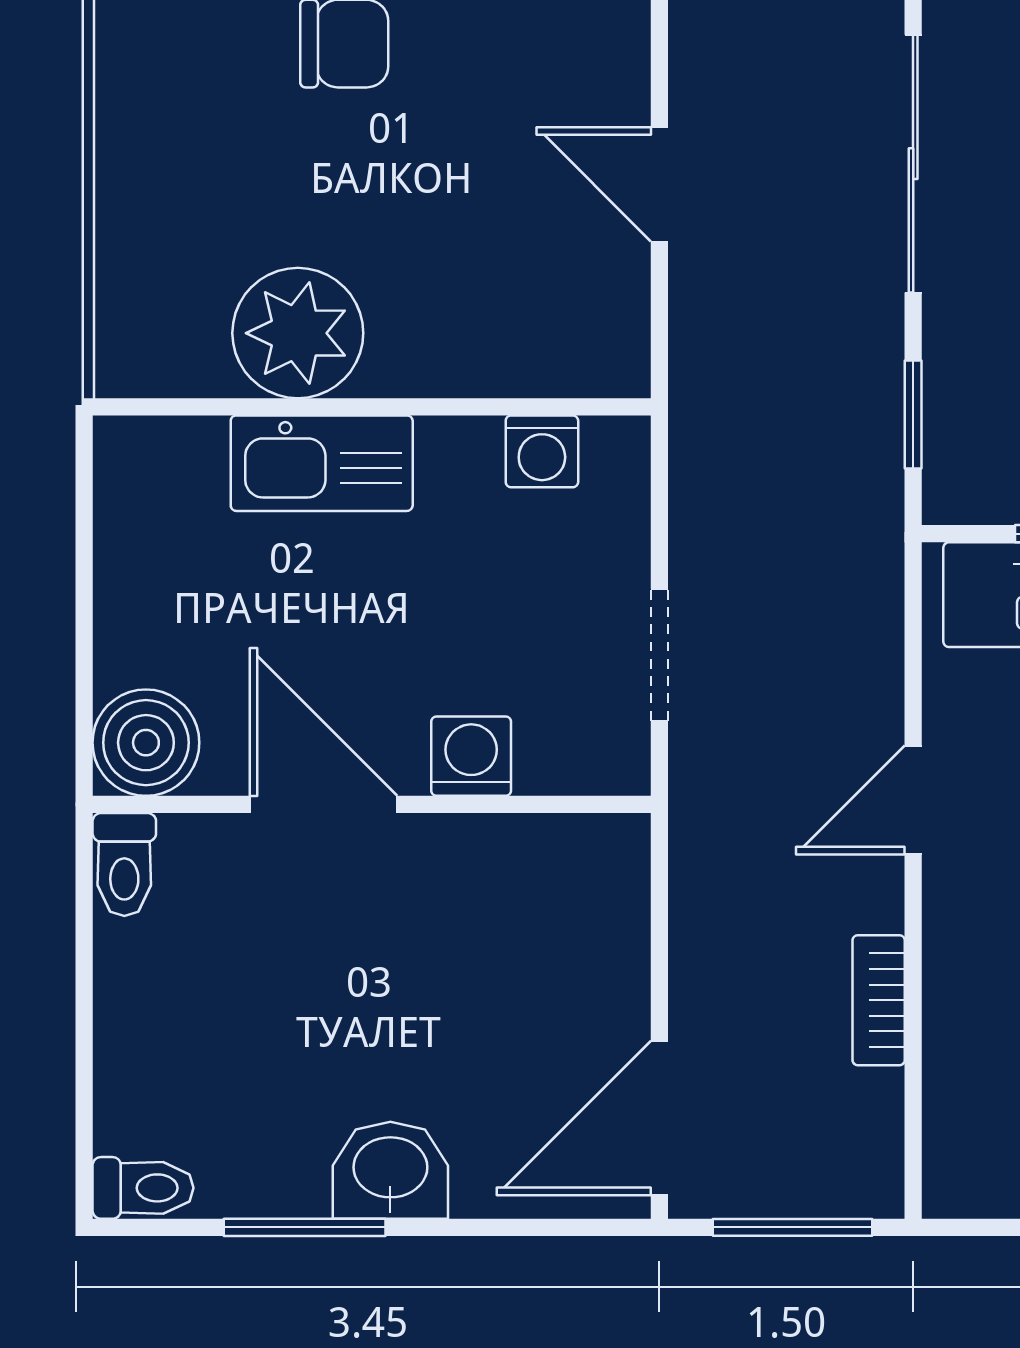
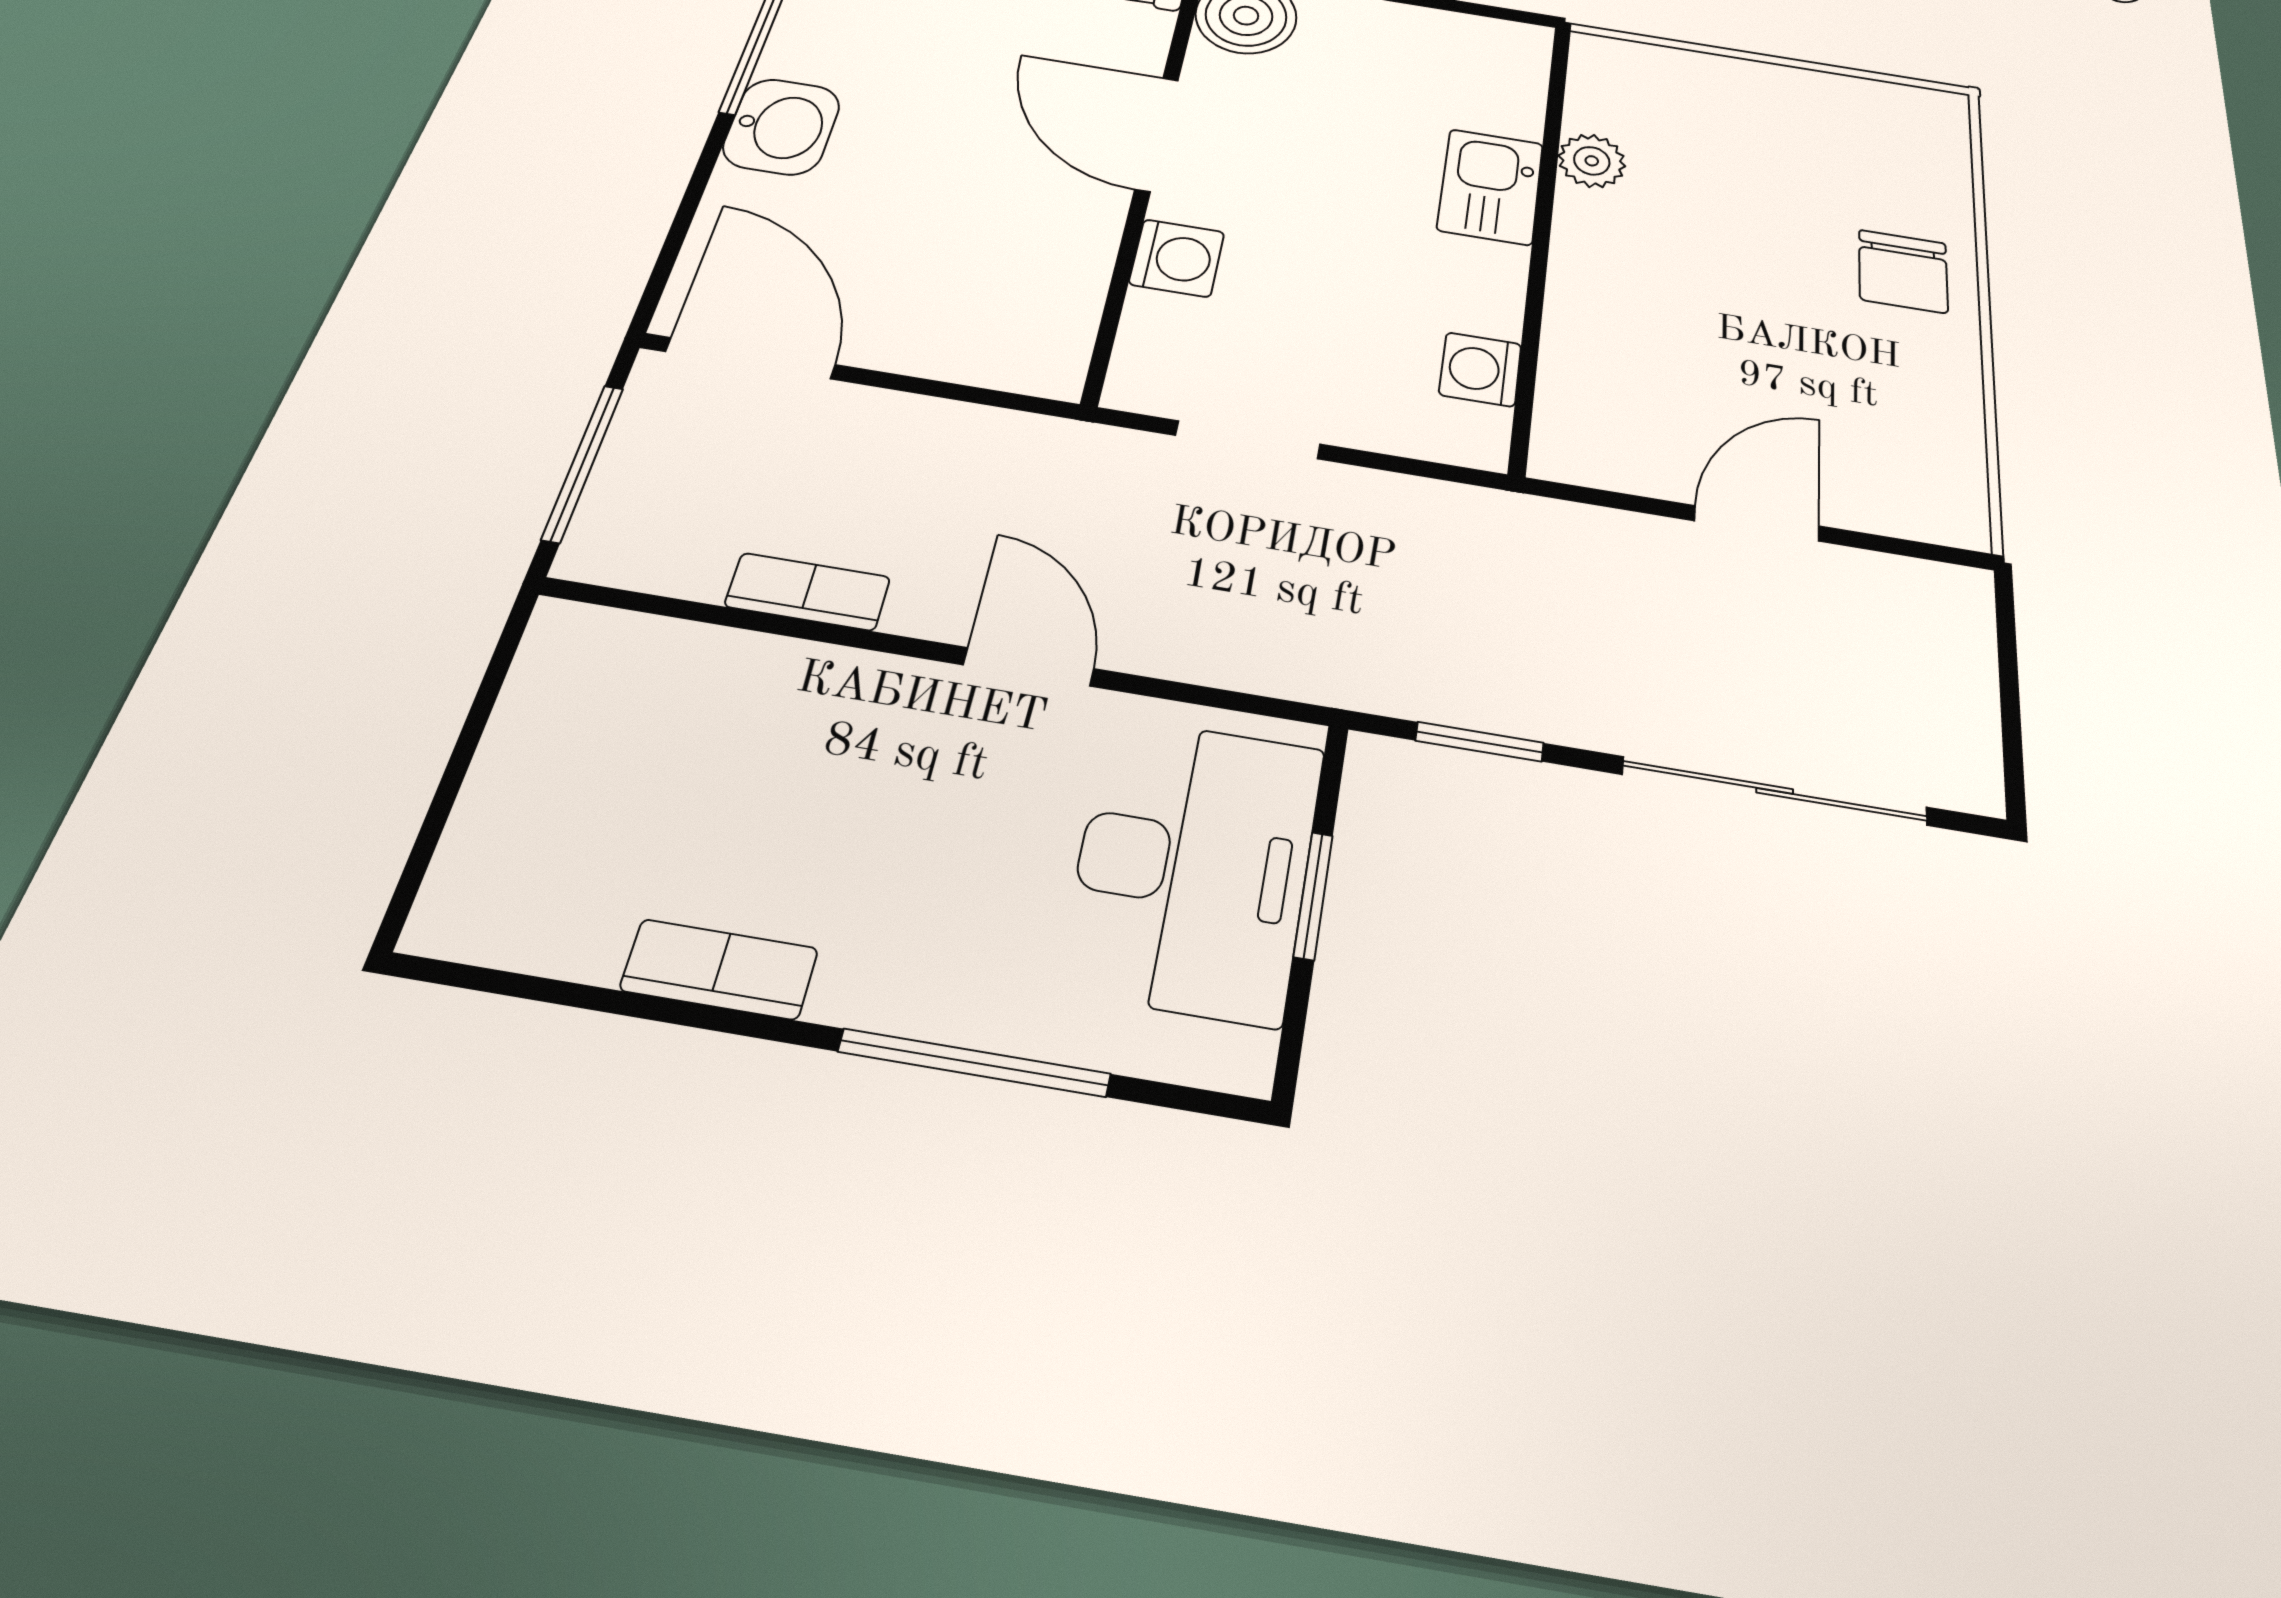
plant: (298, 333) -> (1592, 161), width x0.53, depth x0.53
kitchen sink: (322, 463) -> (1490, 187), width x0.73
door: (324, 804) -> (1157, 134), swing flipped

